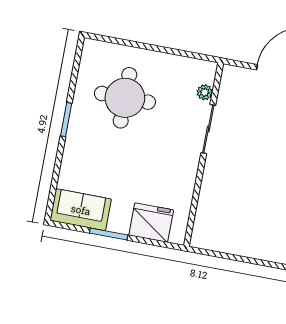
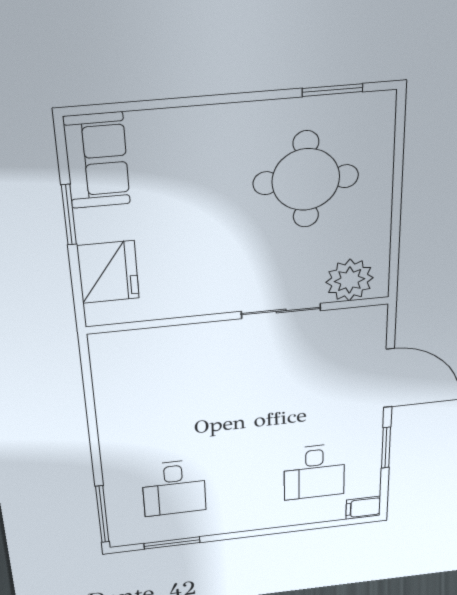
plant: (205, 92) -> (350, 280), width x1.87, depth x1.87
window: (66, 120) -> (332, 90), moved

